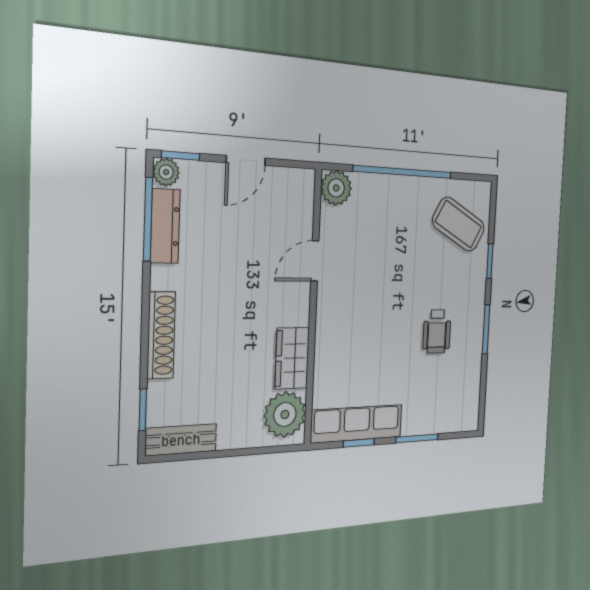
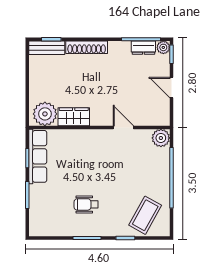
dresser: (165, 226) -> (143, 48), width x0.70
bench: (181, 440) -> (47, 48), moved, turned 90

